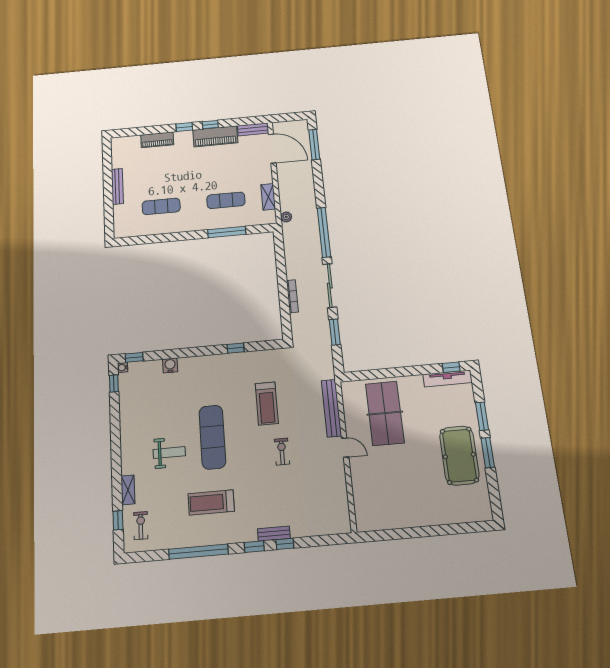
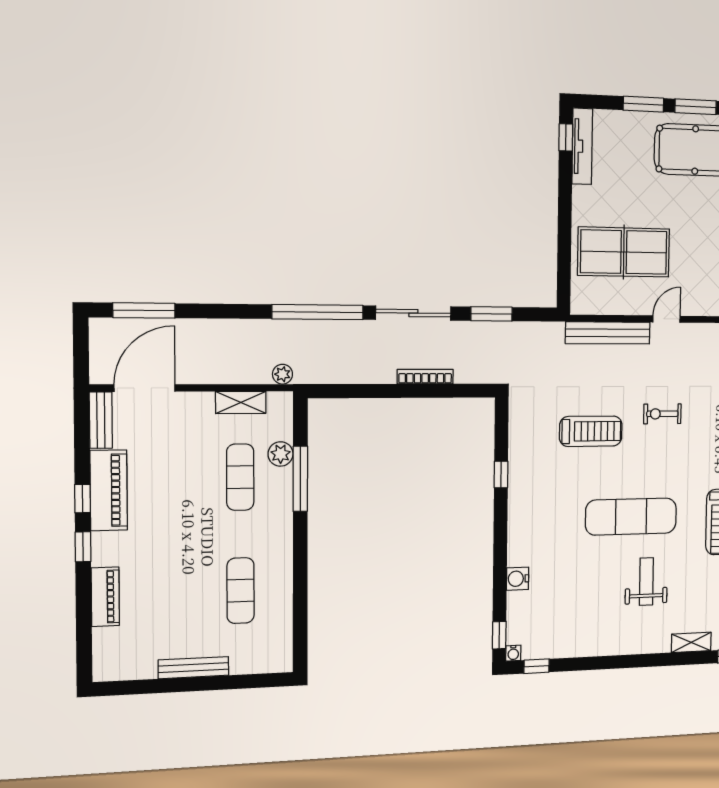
plant: (240, 220) -> (281, 454), added

